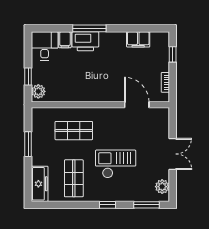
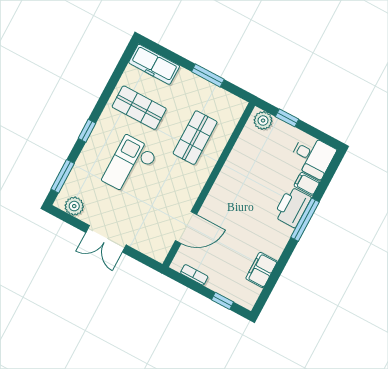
checkout: (116, 164) -> (130, 166), turned 180

